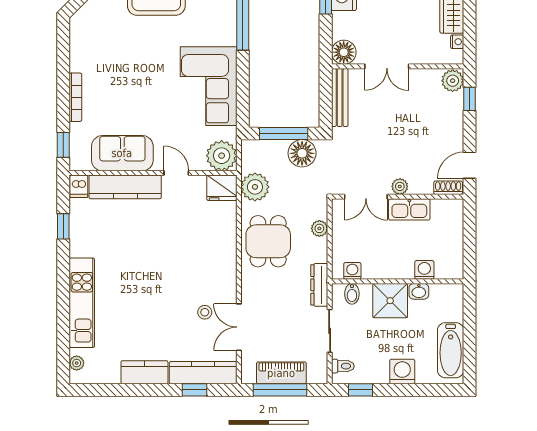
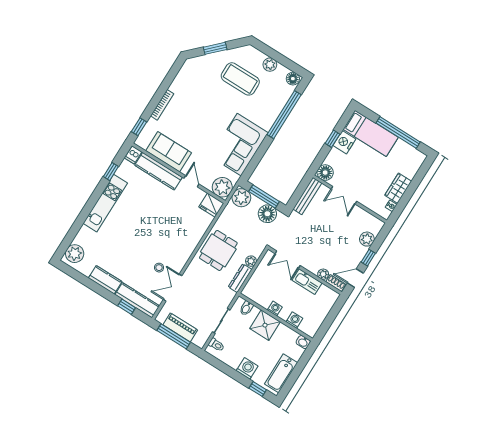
plant: (453, 81) -> (367, 239), moved
window: (470, 99) -> (368, 258), moved
plant: (400, 186) -> (323, 274), moved
plant: (255, 187) -> (241, 198), moved
washing machine: (352, 271) -> (275, 309), moved
dresser: (319, 285) -> (240, 278), moved
washbasin: (419, 291) -> (303, 342), moved
kitchen unit: (82, 303) -> (105, 203), moved
plant: (77, 363) -> (75, 254), width x1.88, depth x1.88
window: (361, 390) -> (258, 389), moved

